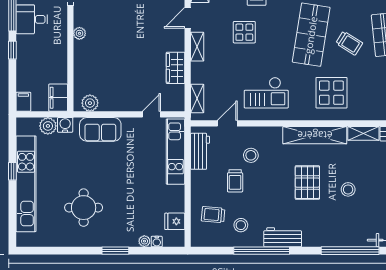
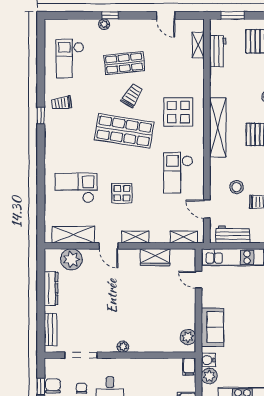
checkout: (266, 93) -> (178, 173), turned 180
filing cabinet: (58, 98) -> (189, 367), width x0.50
shelving: (363, 133) -> (216, 82), removed

